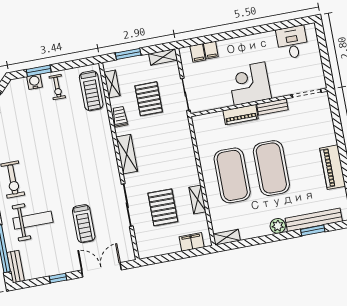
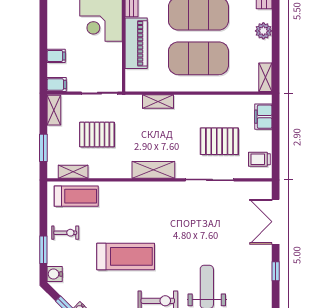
filing cabinet: (198, 53) -> (57, 84), moved
water cooler: (34, 82) -> (55, 274), moved
piano: (241, 115) -> (136, 43), width x1.37, depth x1.33
trolley: (120, 117) -> (259, 159), moved
shelving: (197, 200) -> (158, 101), moved
treadmill: (84, 224) -> (126, 256), moved, width x1.37, depth x1.38
plant: (278, 226) -> (263, 31), moved

